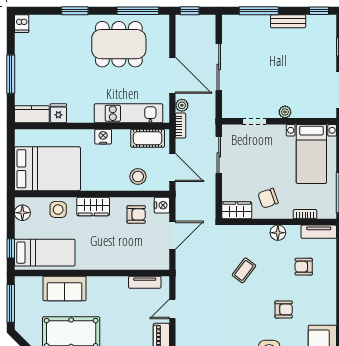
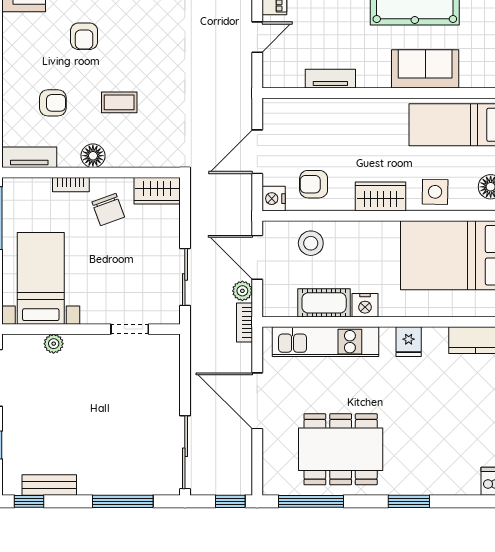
bench: (288, 21) -> (49, 485), moved
sliding door: (219, 67) -> (185, 452), moved
plant: (182, 105) -> (242, 291), moved
plant: (285, 112) -> (54, 344), moved
fridge: (58, 113) -> (409, 342), moved
cot: (148, 138) -> (324, 303), moved
chair: (268, 198) -> (108, 209), turned 89
bookcase: (305, 214) -> (71, 185), moved
coffee table: (244, 270) -> (119, 102), moved, turned 53
tv unit: (145, 282) -> (330, 79), moved
armchair: (284, 309) -> (84, 36), turned -90

